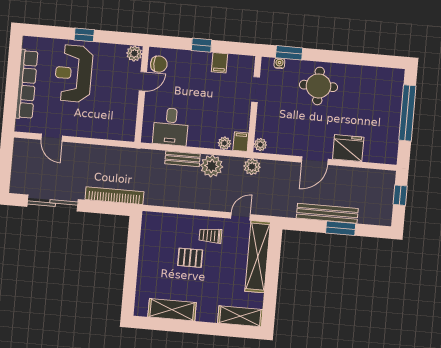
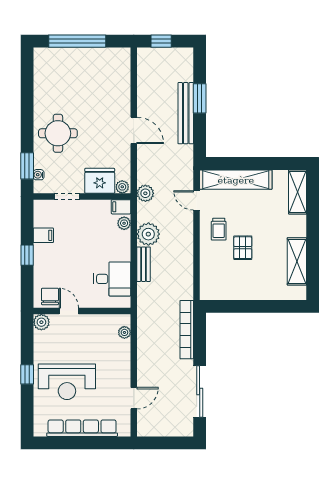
plant: (117, 134) -> (124, 332), added
fridge: (348, 148) -> (100, 181), moved, turned 90

